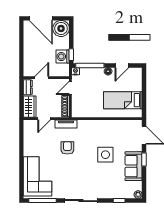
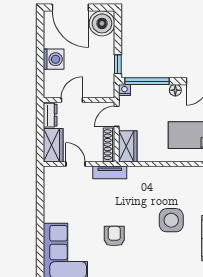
washing machine: (63, 57) -> (54, 59), moved, turned 180
wardrobe: (77, 107) -> (128, 146), added
door: (44, 119) -> (75, 164), swing flipped
armchair: (67, 148) -> (114, 236), moved

